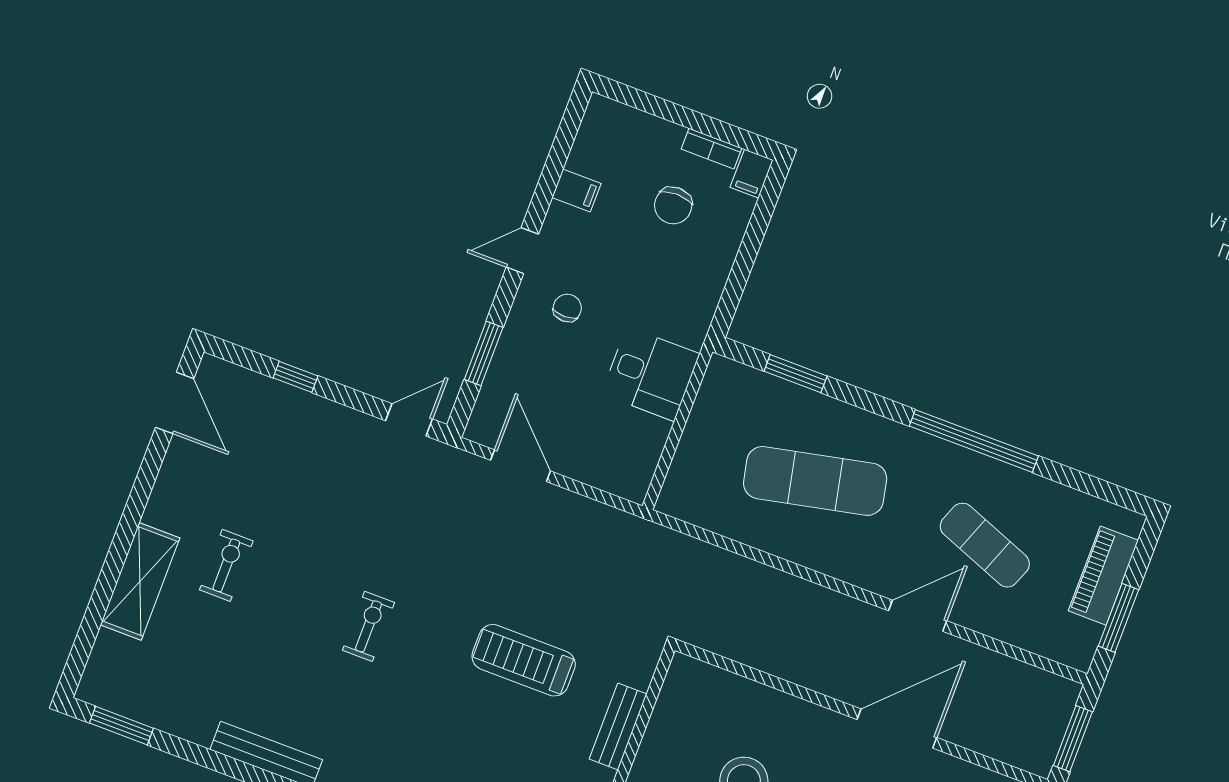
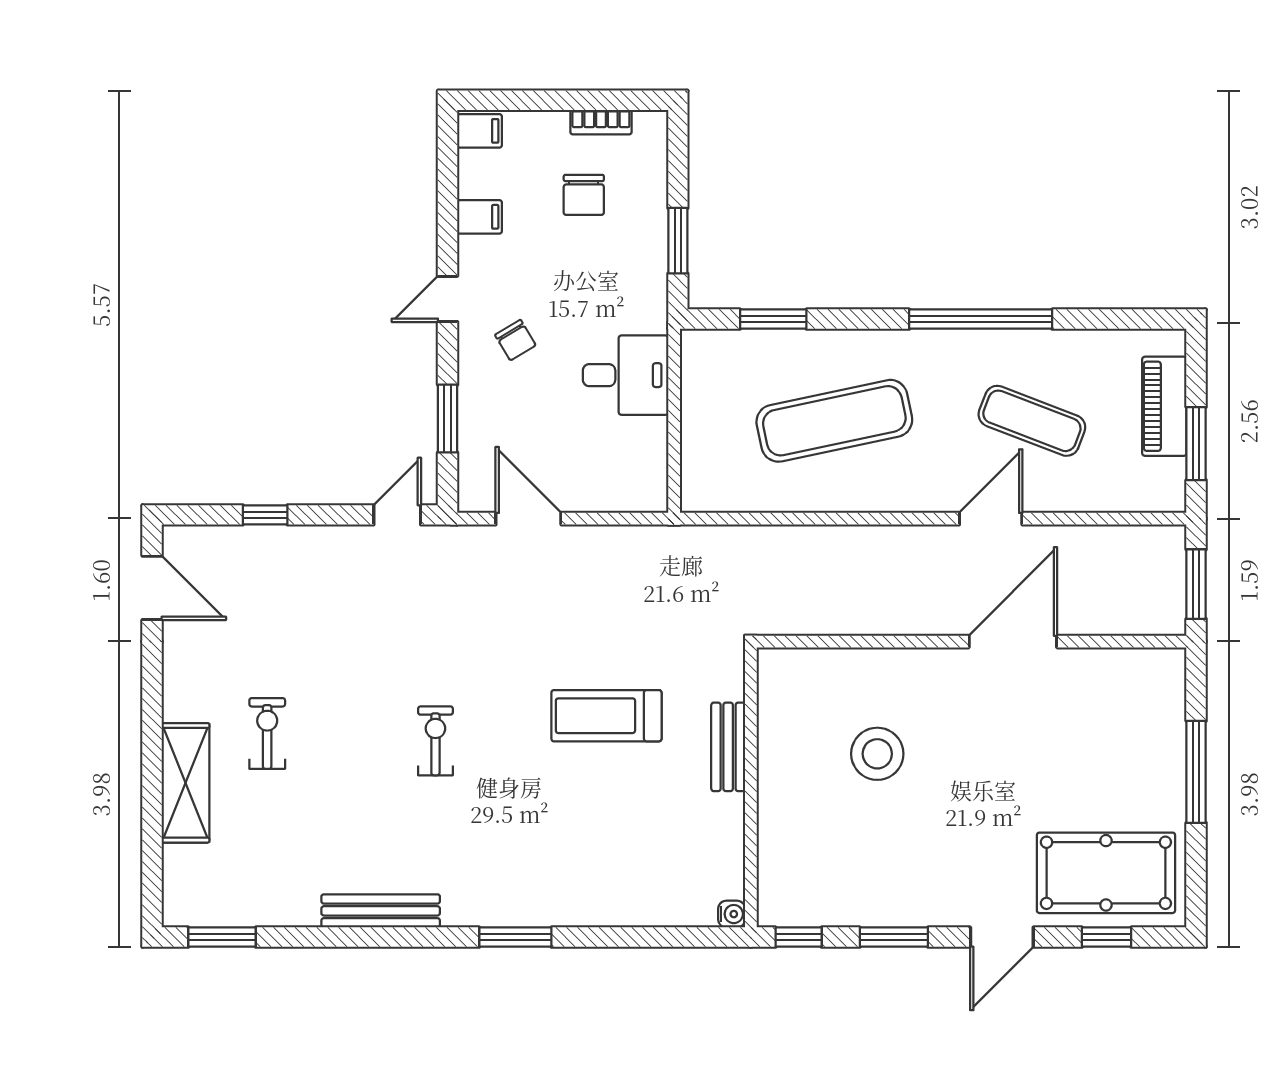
filing cabinet: (752, 174) -> (480, 131), moved, turned -90
window: (739, 275) -> (678, 241), added
chair: (567, 308) -> (515, 340), turned 149

